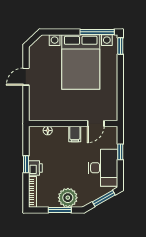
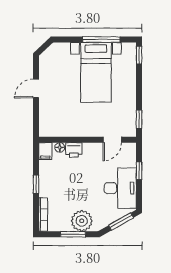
window: (97, 32) -> (101, 39), moved
bed with nightstands: (81, 62) -> (96, 72), width x0.73
window: (120, 105) -> (139, 119), added
filing cabinet: (75, 134) -> (45, 151), moved
printer: (35, 168) -> (74, 150), moved, turned 90

